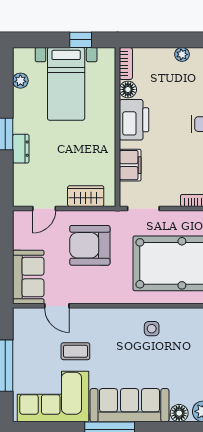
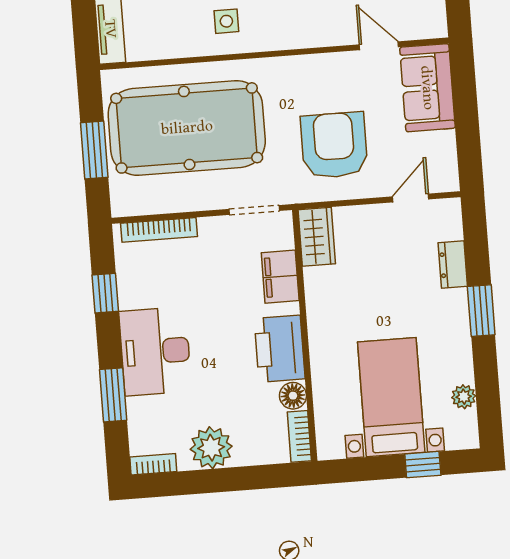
window: (81, 40) -> (423, 465), moved
plant: (182, 54) -> (211, 448), width x1.87, depth x1.87
dresser: (21, 149) -> (453, 264), moved
wardrobe: (86, 196) -> (317, 237), moved, turned -90
armchair: (90, 245) -> (334, 145), turned -90

